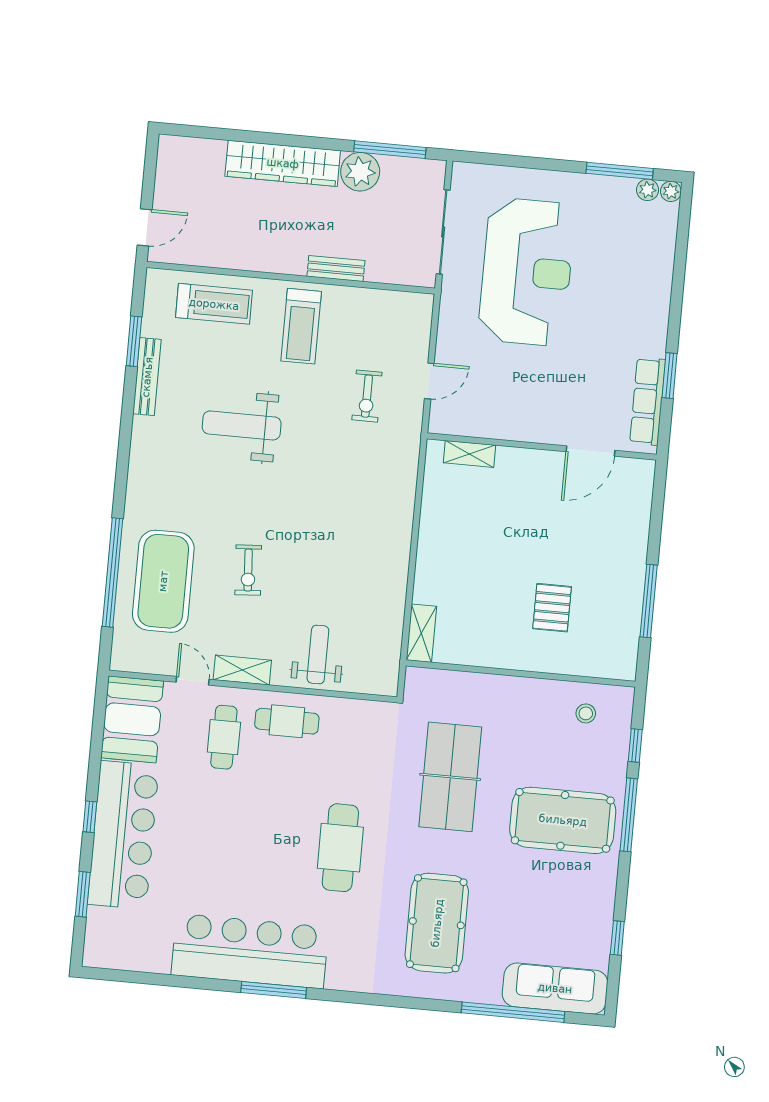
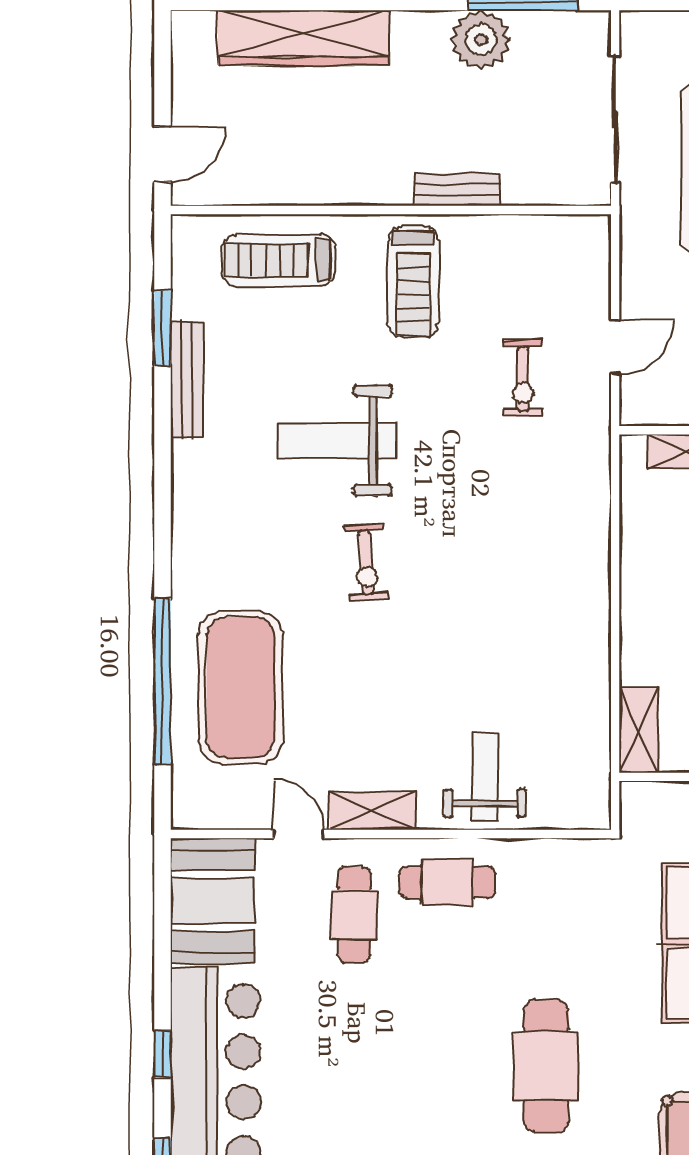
wardrobe: (283, 163) -> (304, 38), moved
treadmill: (214, 304) -> (278, 260), turned 180
exercise bike: (248, 570) -> (366, 562), moved

